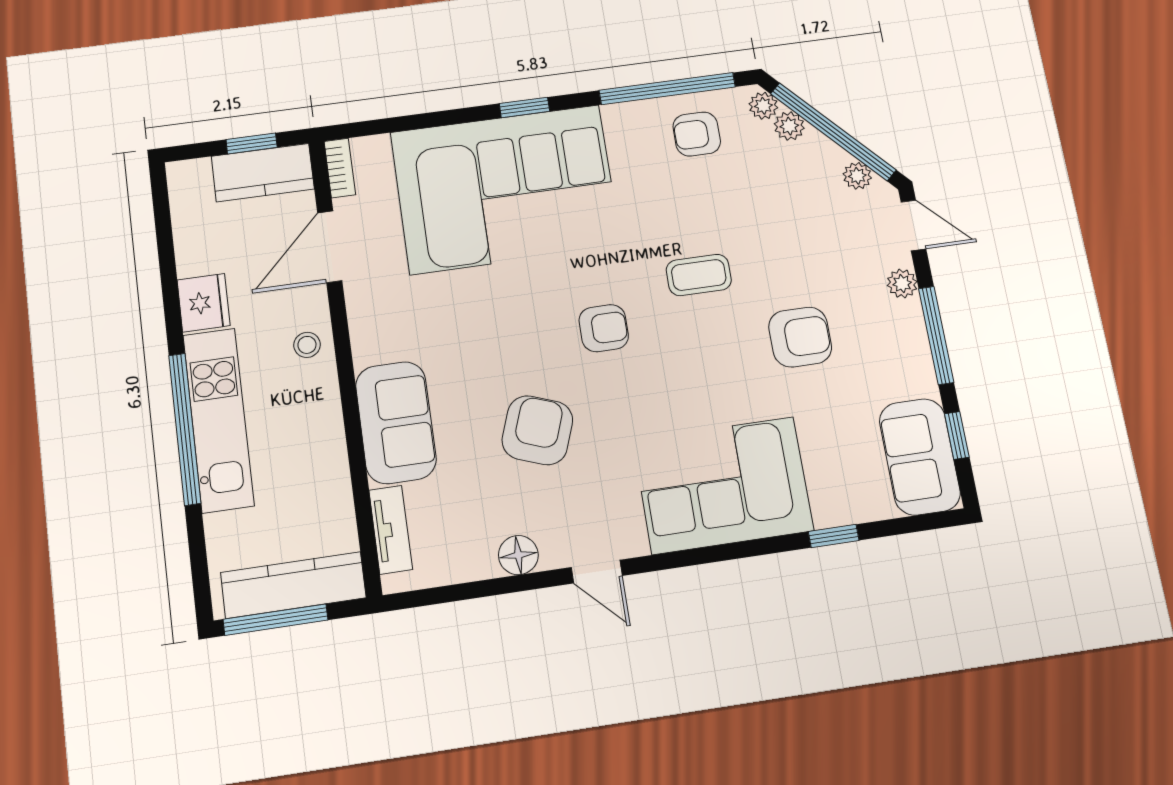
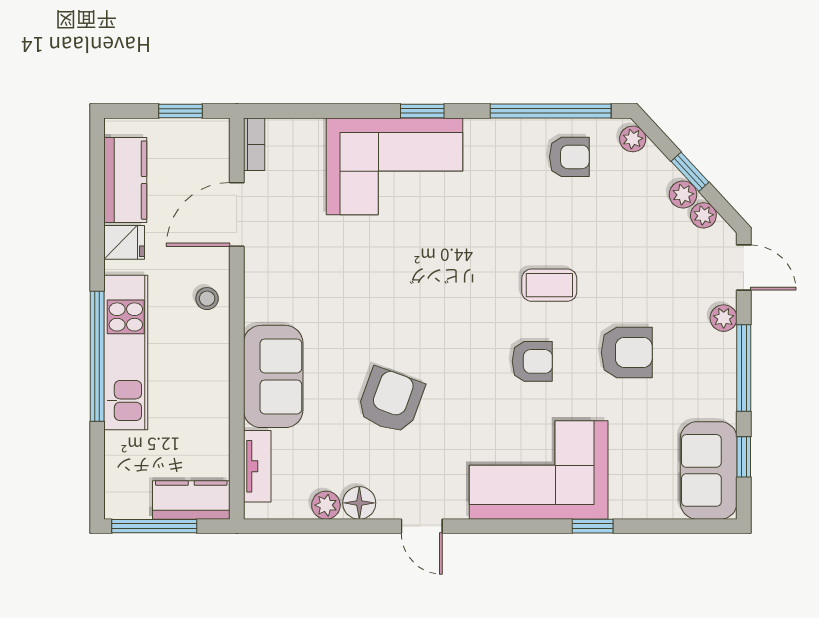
plant: (789, 126) -> (683, 195), moved
window: (833, 132) -> (690, 172), width x0.32
armchair: (697, 134) -> (569, 157), turned 180
kitchen counter: (263, 173) -> (125, 180), moved, turned -90
corner sofa: (505, 189) -> (395, 166), width x0.73, depth x0.74
fridge: (204, 303) -> (124, 242), width x0.72
armchair: (604, 328) -> (532, 361), moved
window: (834, 536) -> (593, 526), moved
plant: (479, 564) -> (326, 505), added
kitchen counter: (293, 585) -> (191, 500), width x0.67

